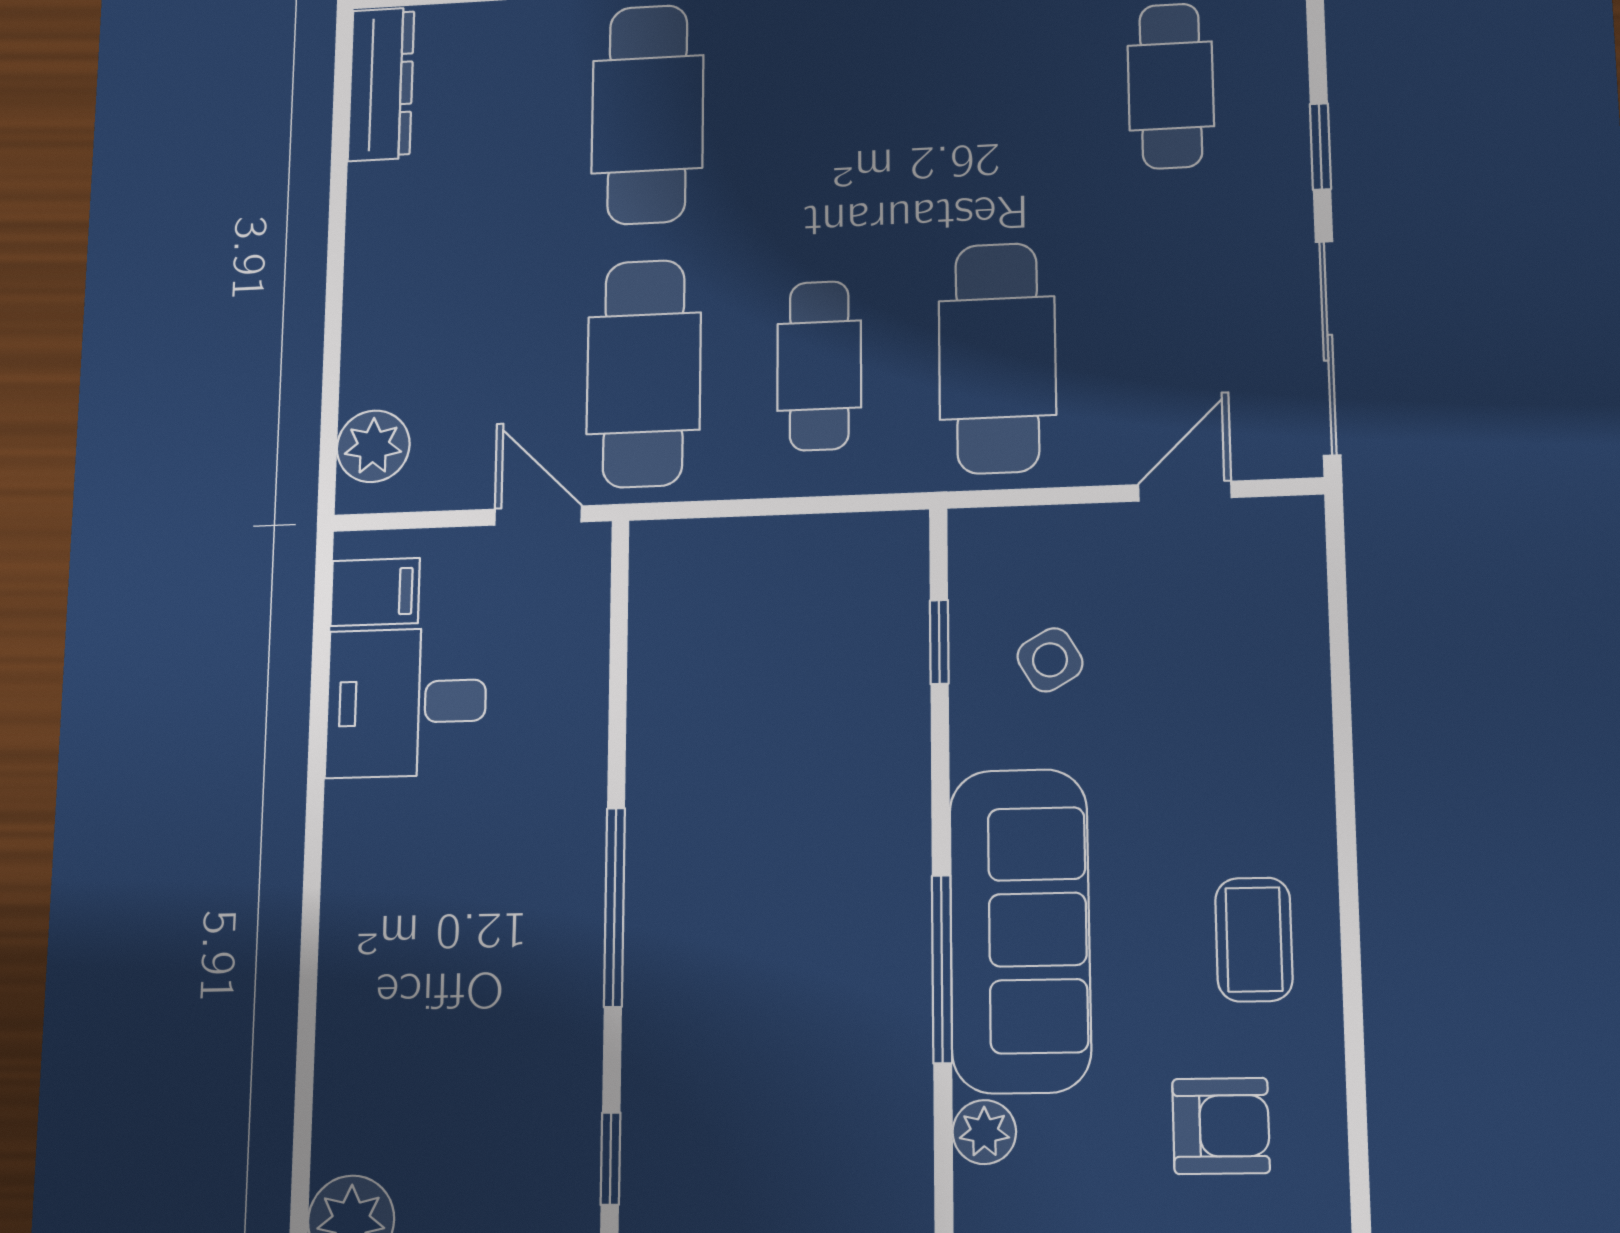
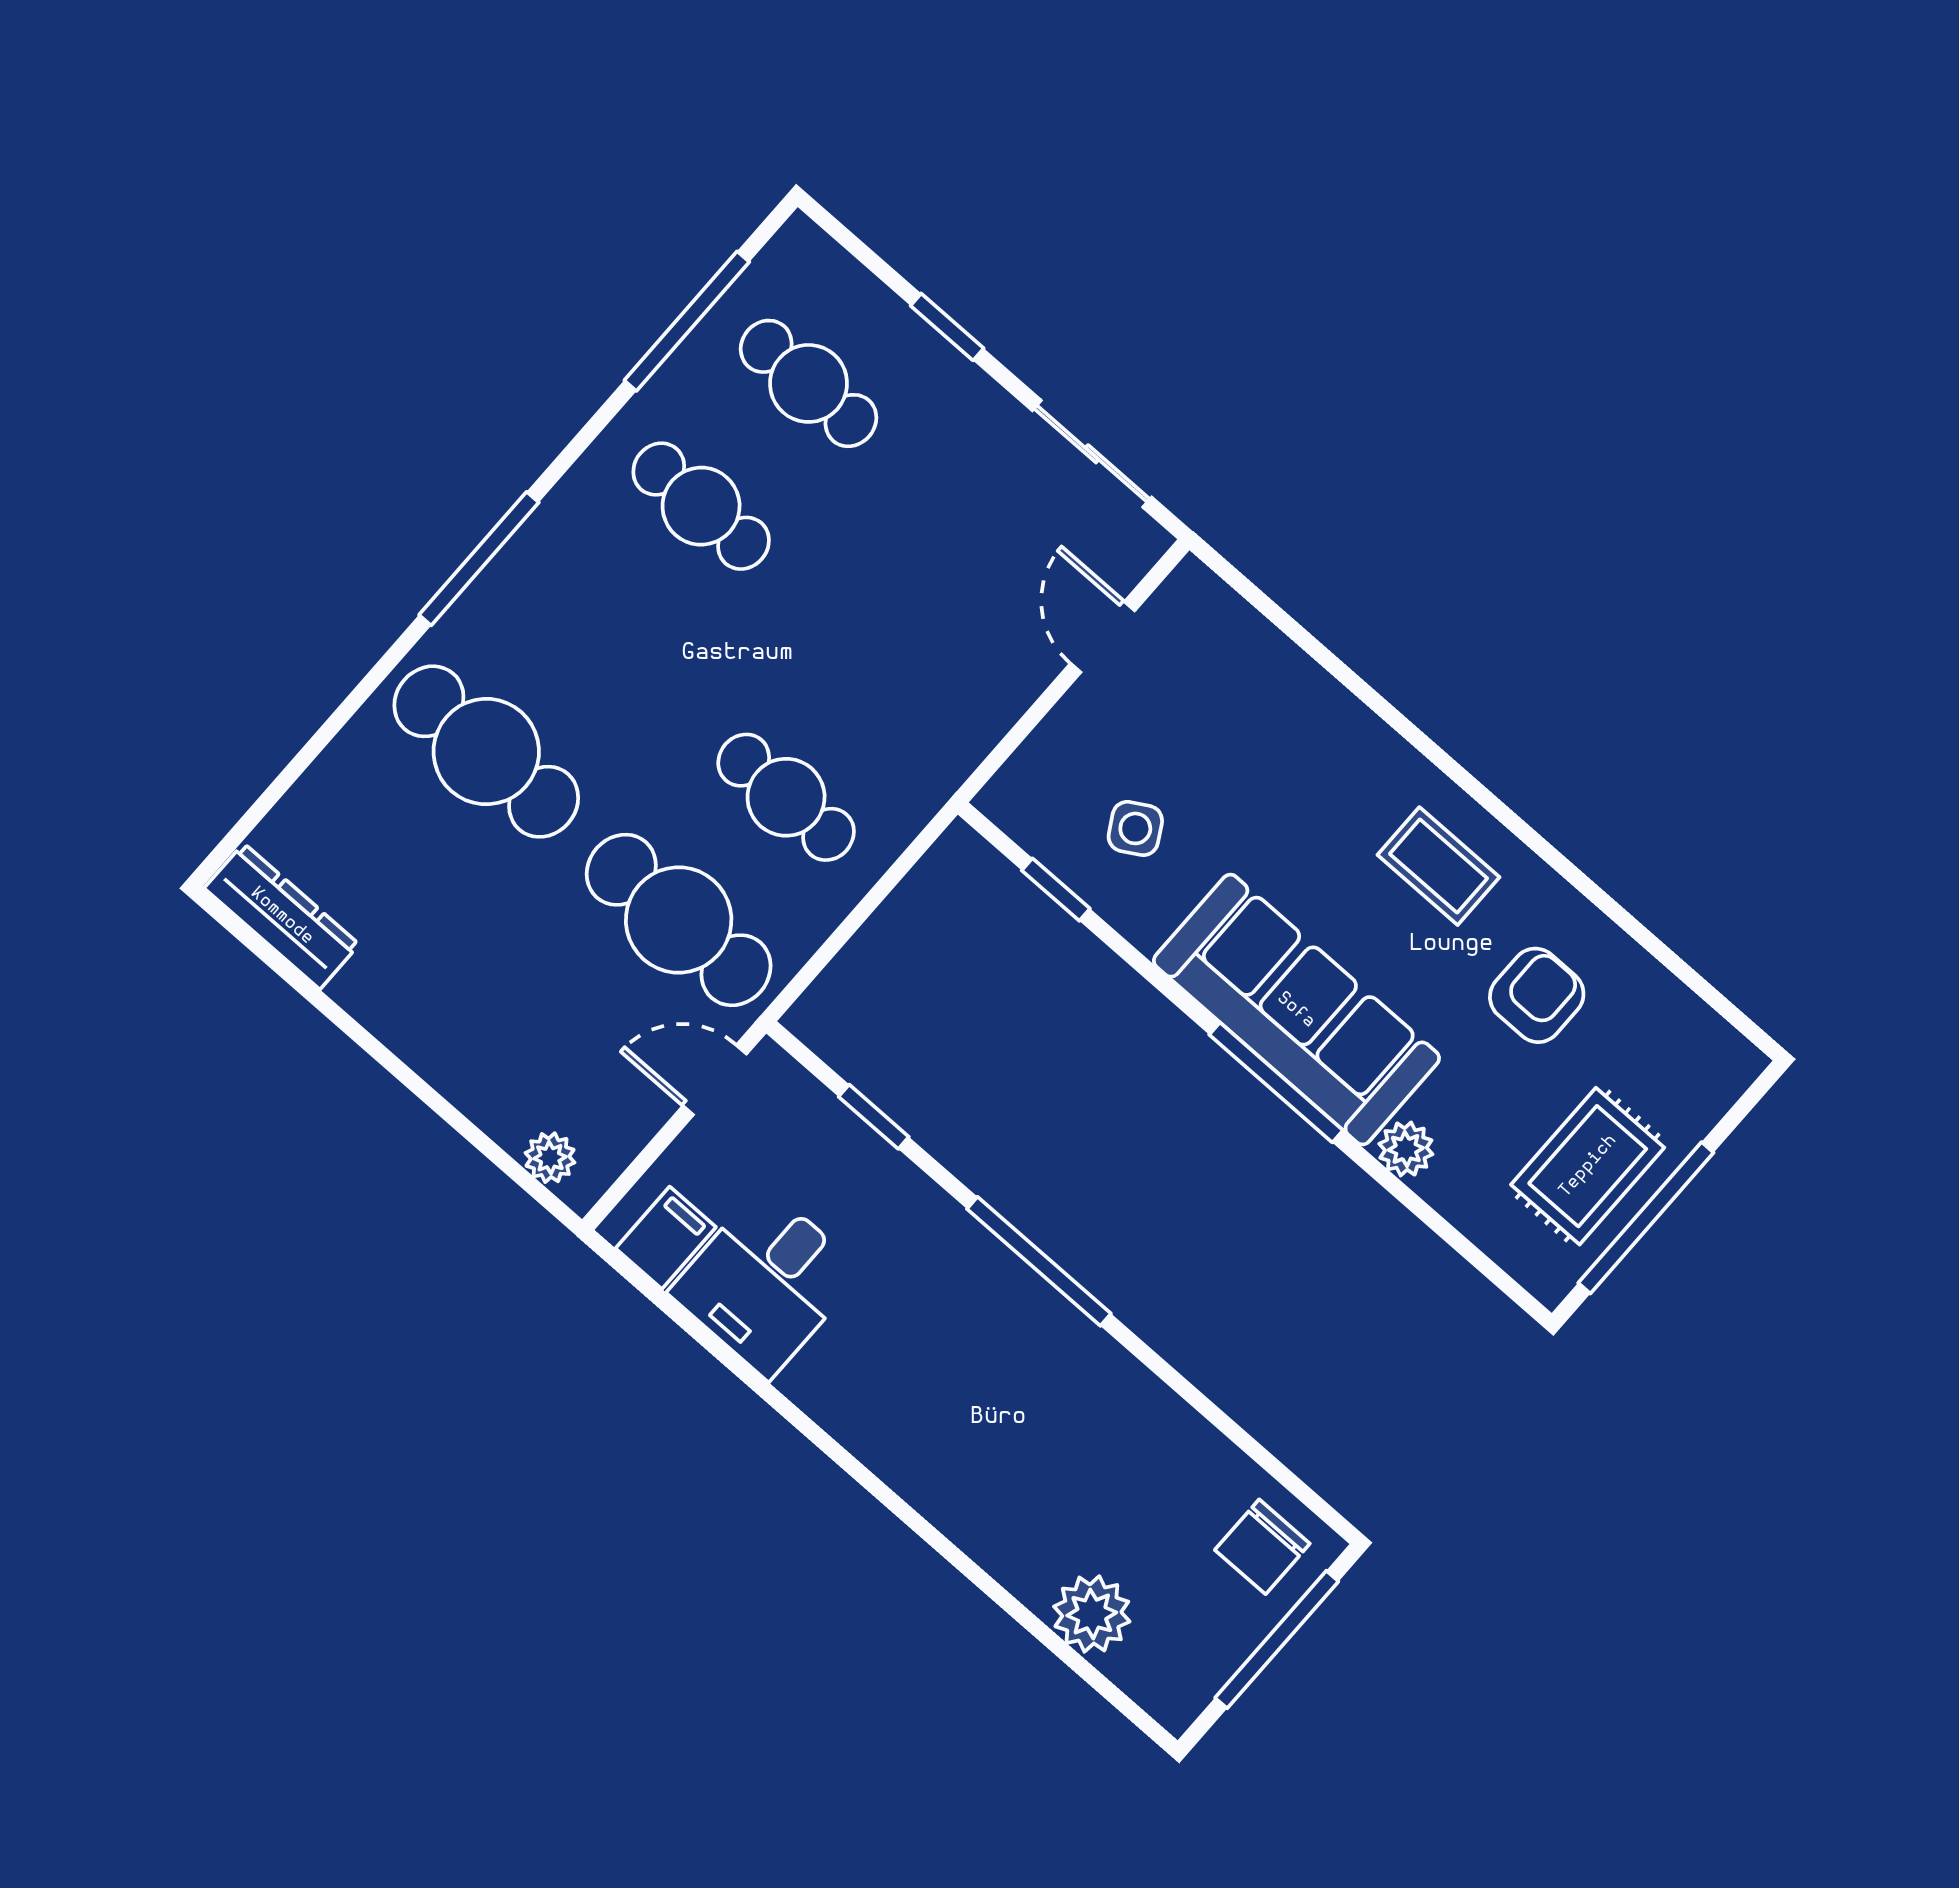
sliding door: (1328, 348) -> (1092, 454), width x0.73
cafe table: (997, 358) -> (701, 506), moved, width x0.73, depth x0.74
plant: (373, 446) -> (550, 1158), width x0.73, depth x0.73
window: (611, 1159) -> (874, 1117), moved

